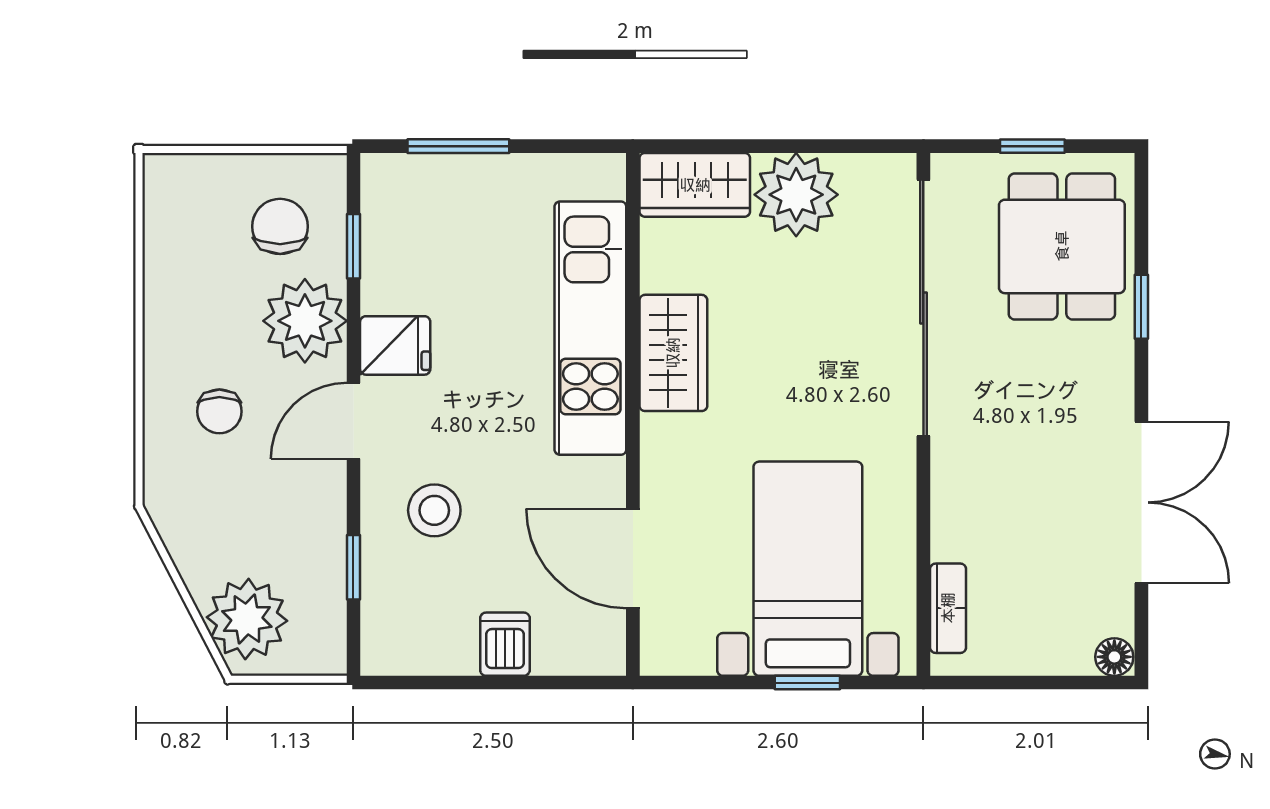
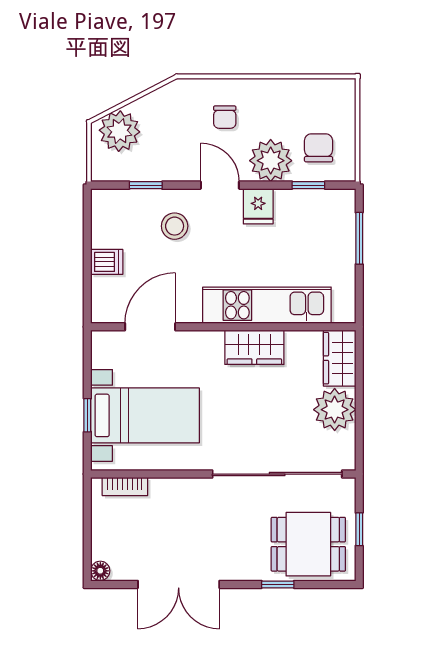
chair: (280, 226) -> (318, 148), turned -90
chair: (219, 411) -> (225, 117), turned -90

